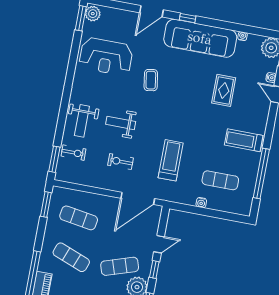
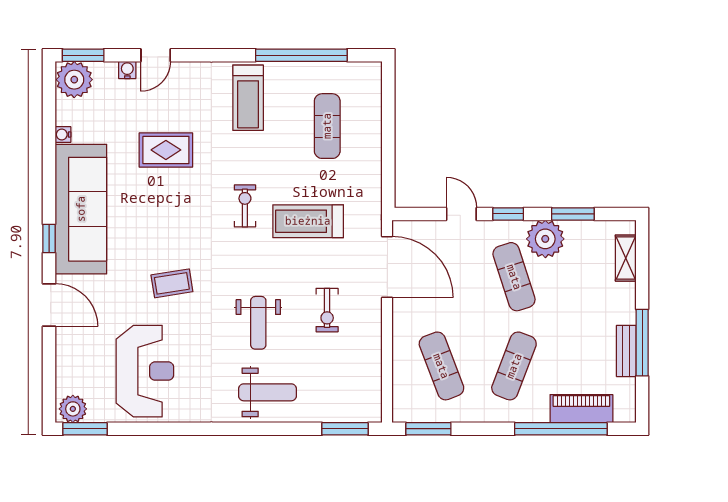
exercise bike: (74, 153) -> (245, 206), moved
water cooler: (201, 203) -> (373, 153), removed
exercise mat: (79, 218) -> (441, 366), turned -30

